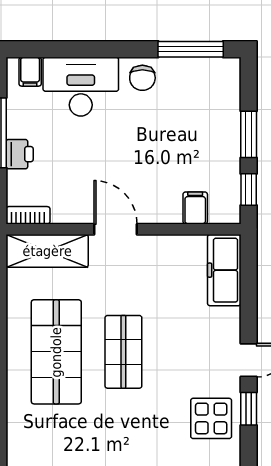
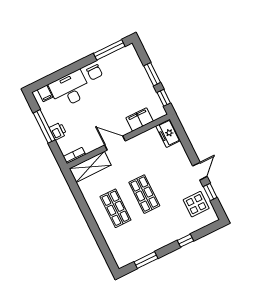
filing cabinet: (195, 208) -> (140, 120), width x2.00
freezer: (224, 270) -> (168, 133), width x0.71
shop shelf: (56, 352) -> (115, 208), width x0.70, depth x0.74

